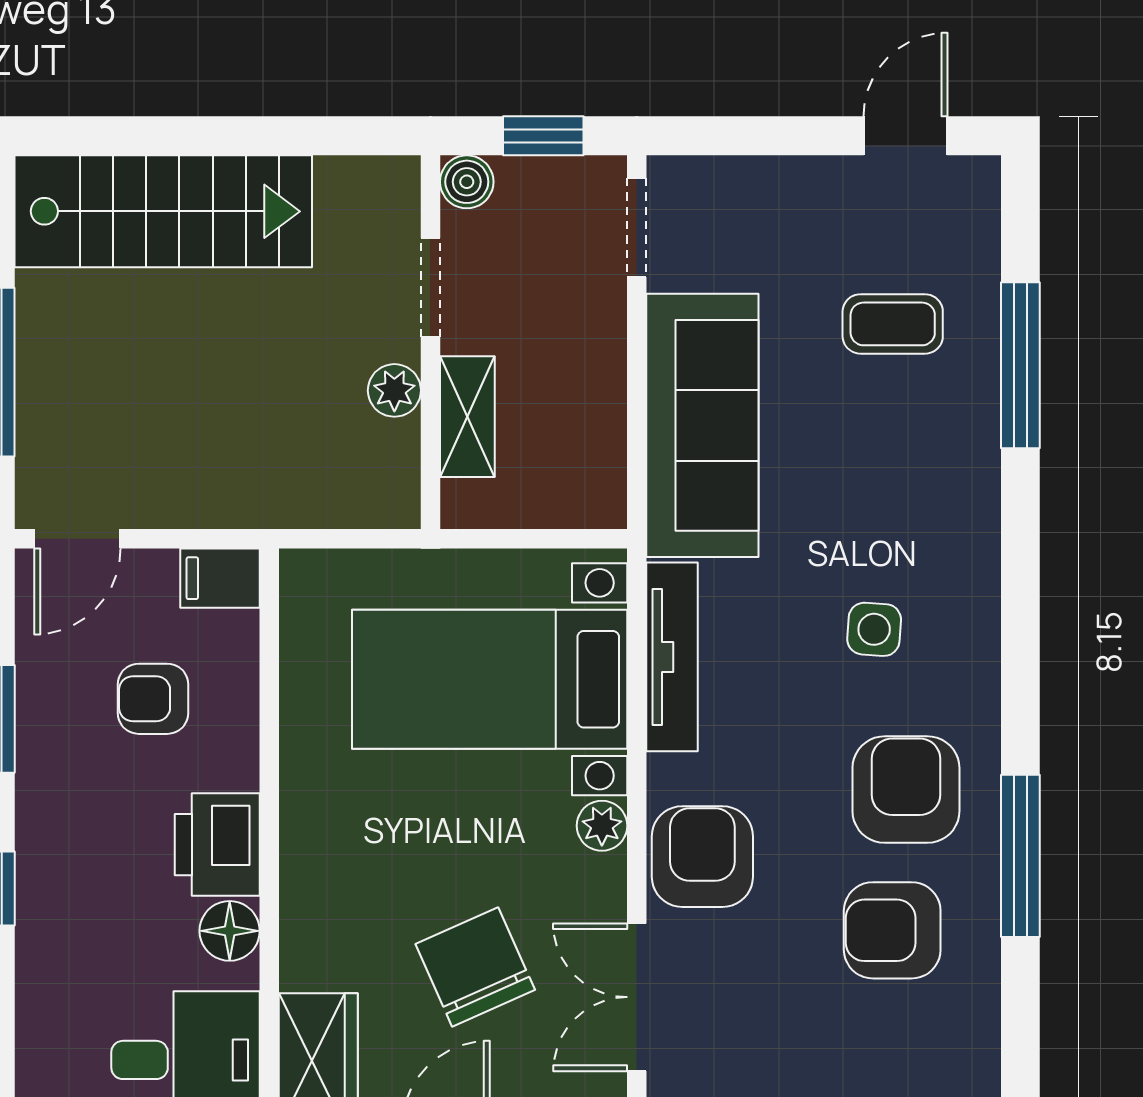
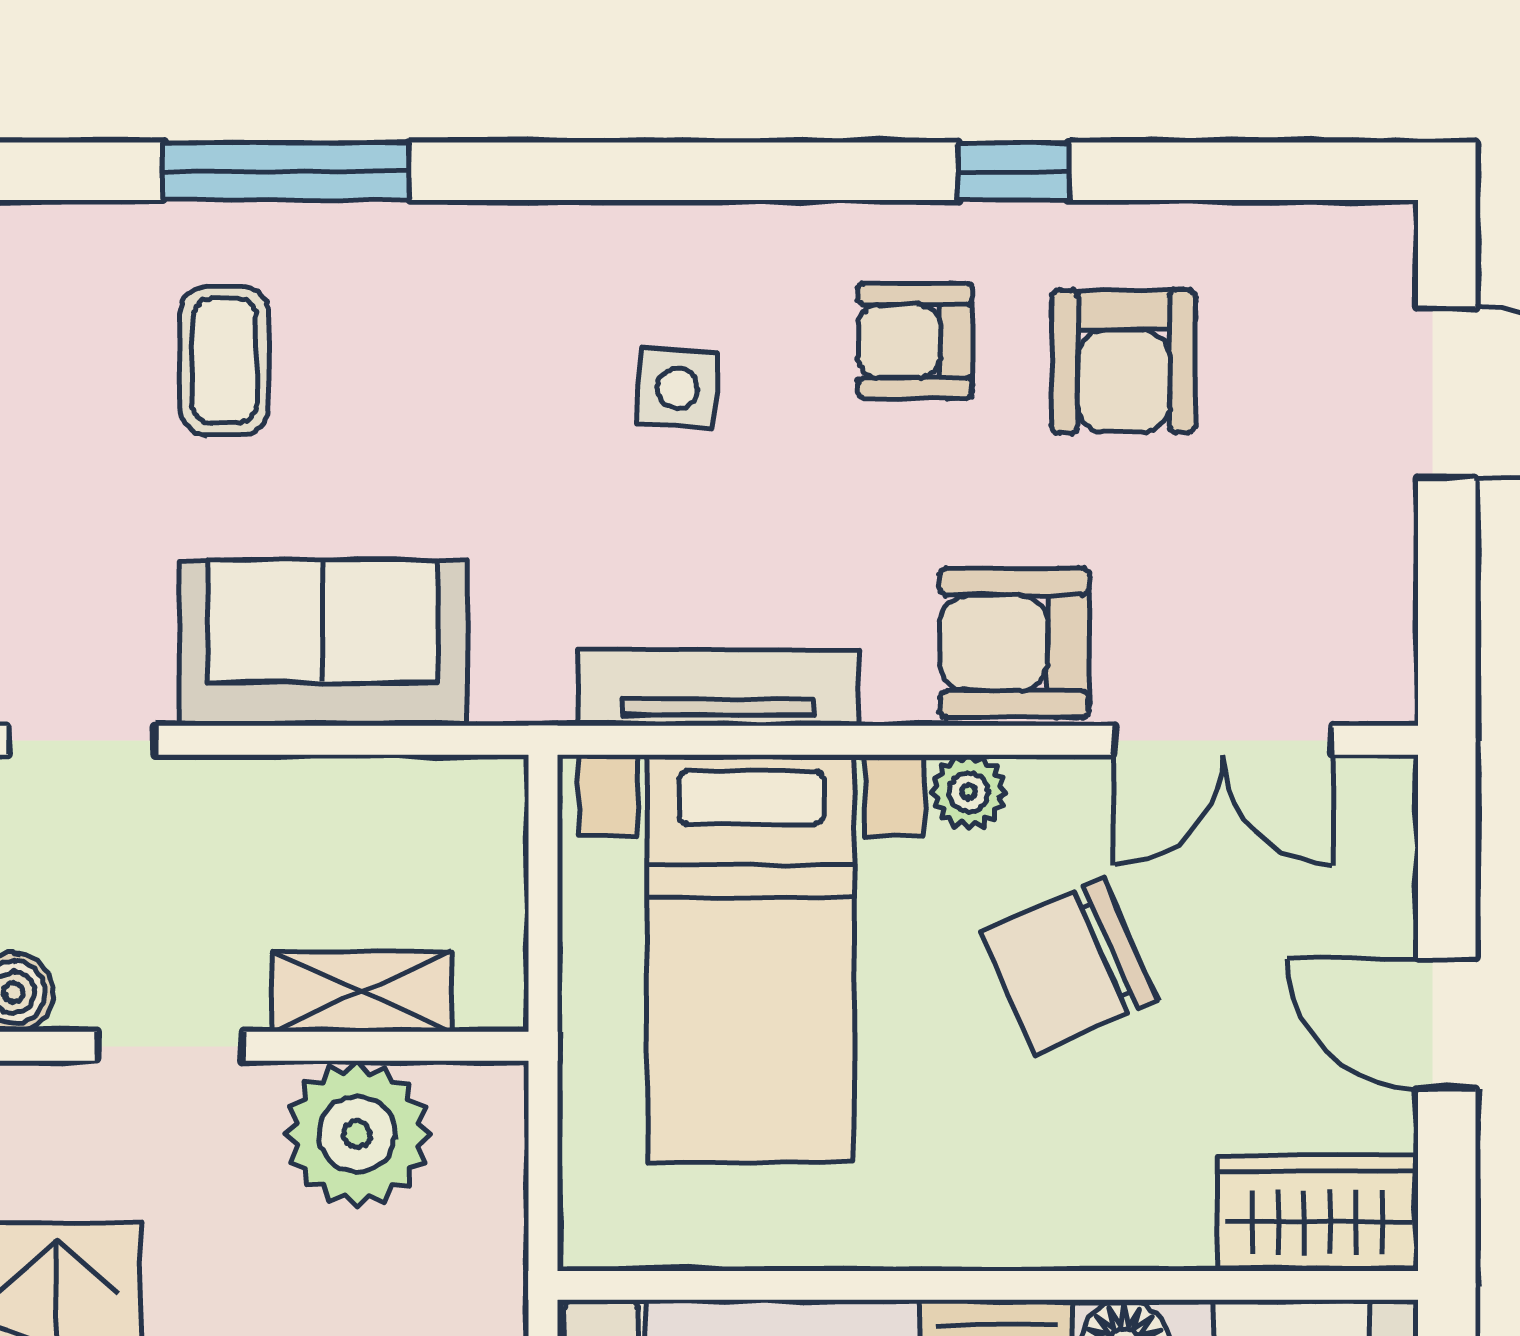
plant: (394, 390) -> (357, 1134), width x1.88, depth x1.88
sofa: (702, 425) -> (323, 643), width x0.73
armchair: (906, 790) -> (915, 341), width x0.72, depth x0.72
window: (1020, 856) -> (1013, 171), width x0.46
chair: (475, 967) -> (1069, 967), moved

